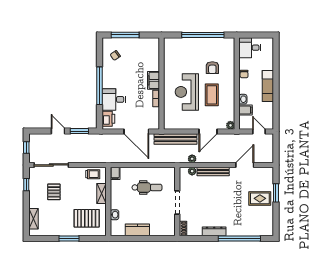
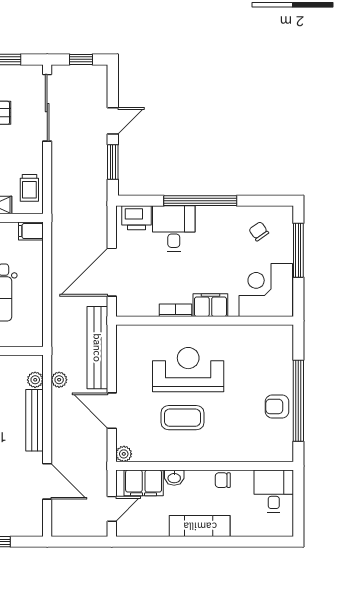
corner desk: (146, 52) -> (266, 290), added
armchair: (212, 68) -> (277, 406), moved
filing cabinet: (246, 110) -> (144, 483), width x2.00

